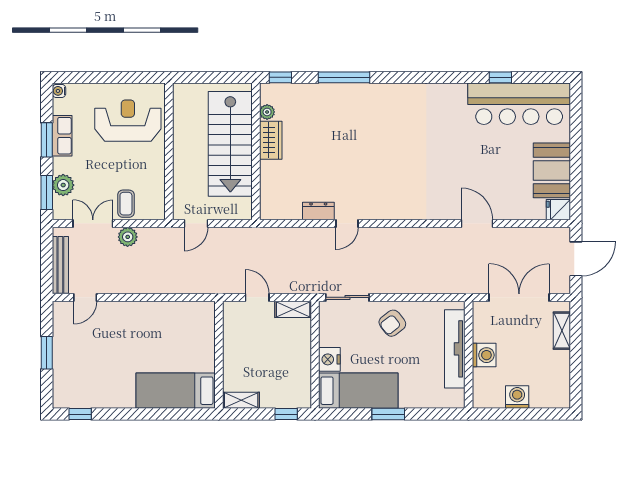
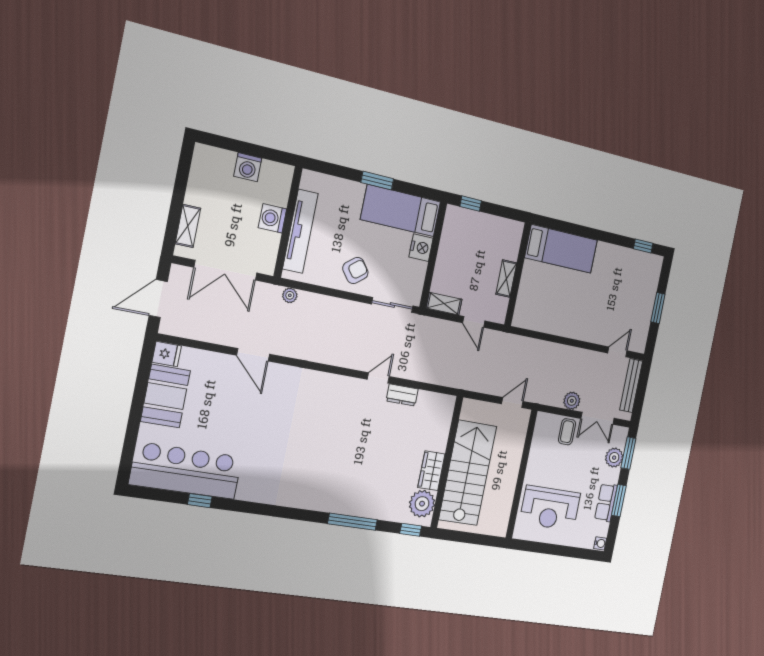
plant: (267, 112) -> (422, 504), width x1.88, depth x1.88
plant: (453, 286) -> (290, 295), added
shelving: (241, 400) -> (506, 279), moved, turned 90

